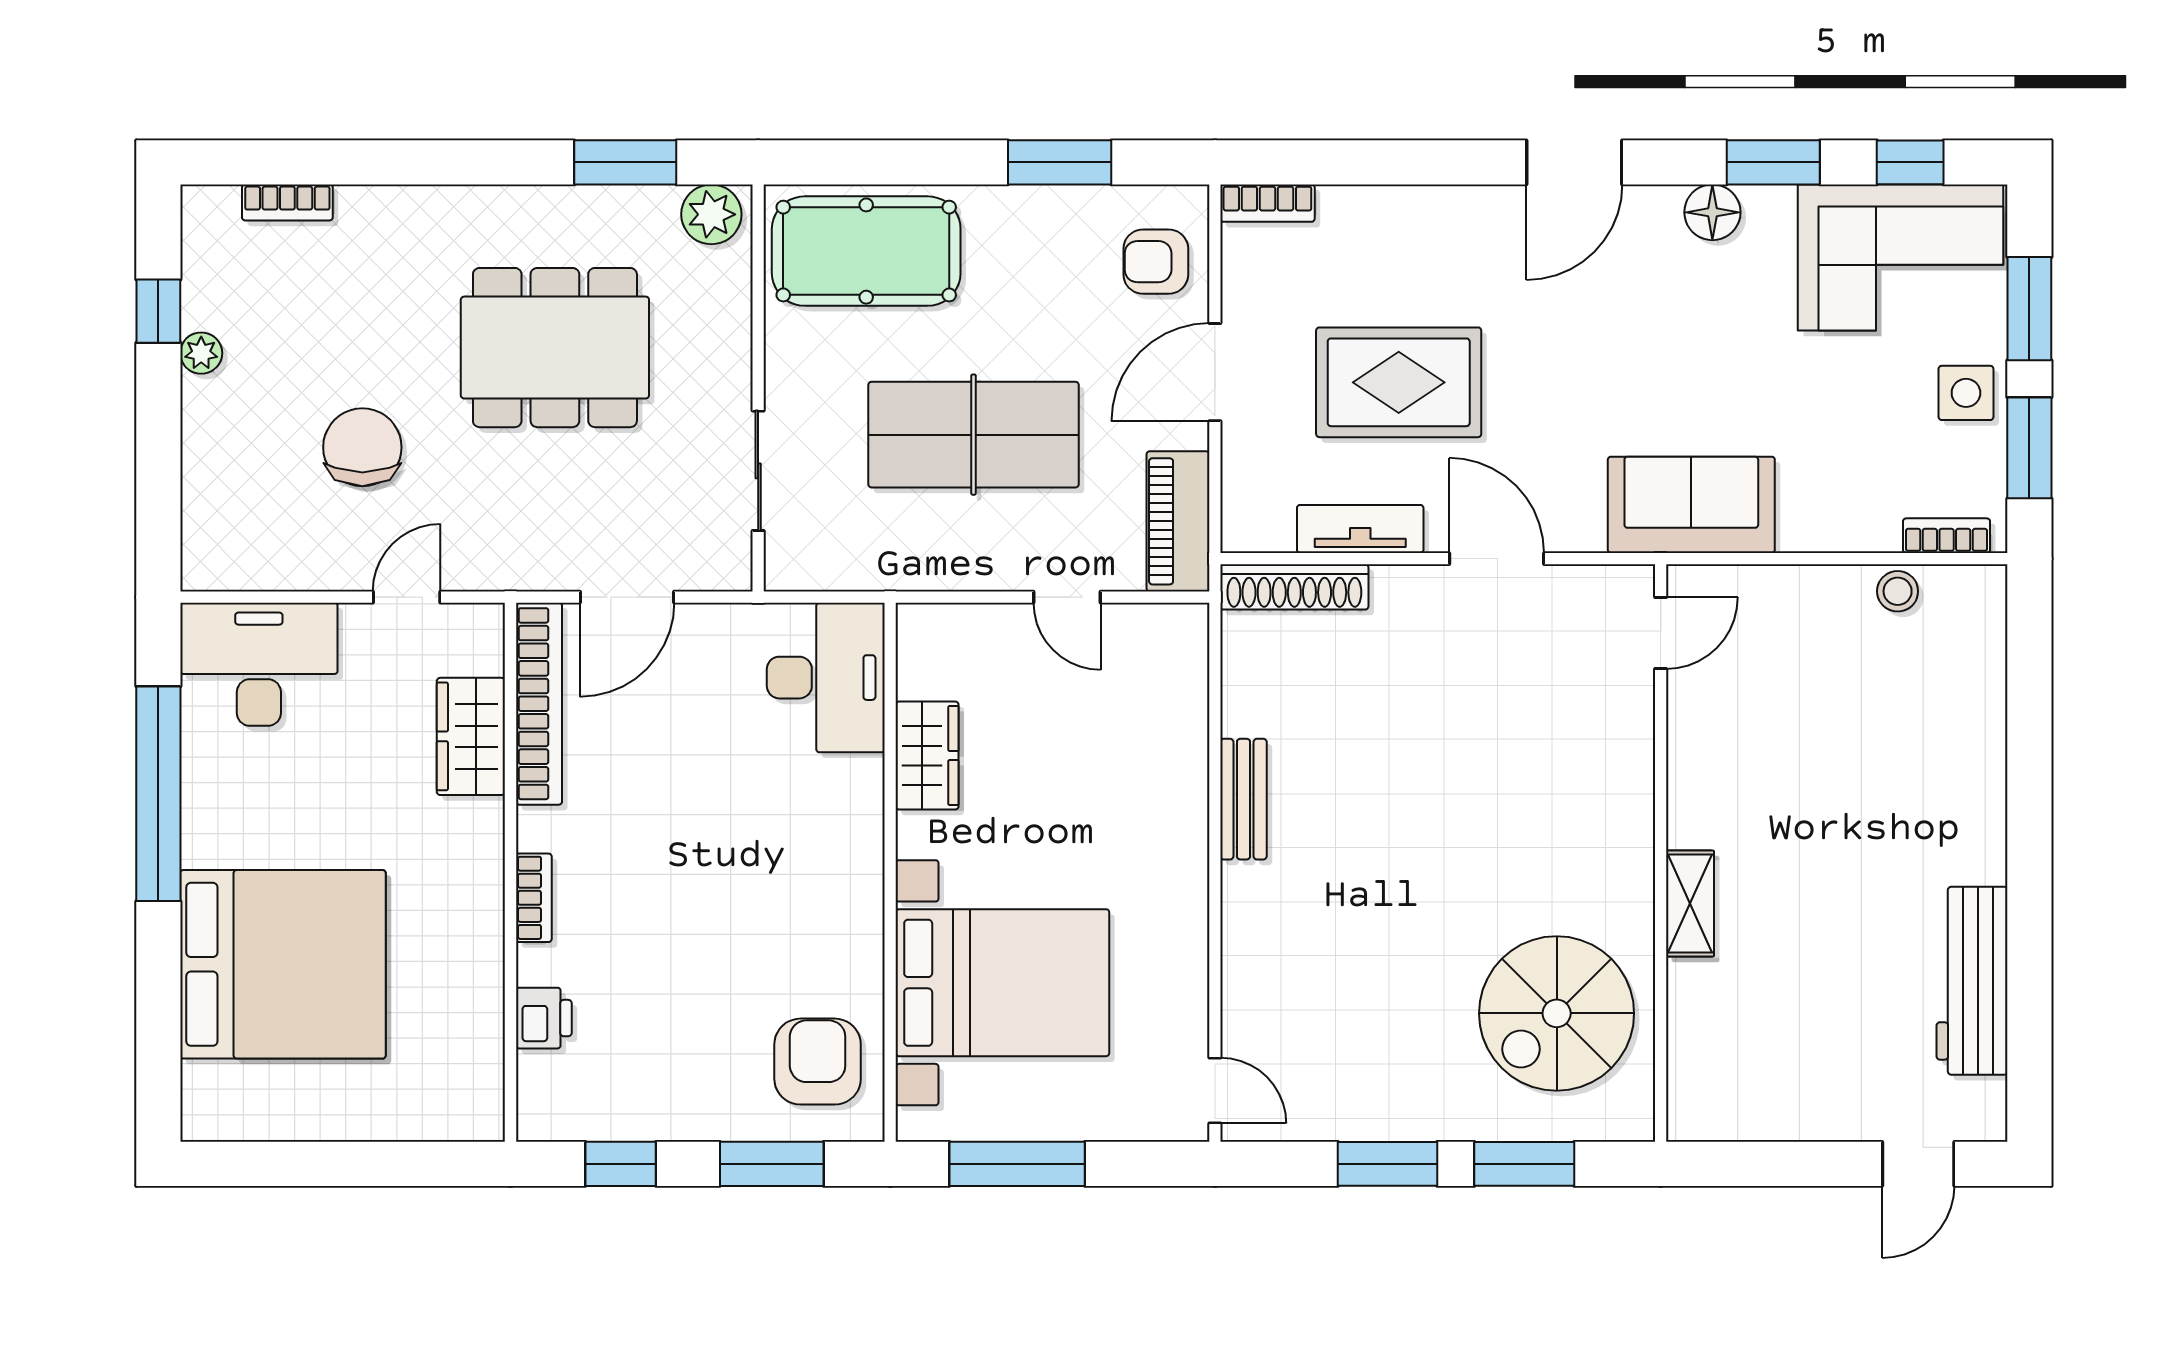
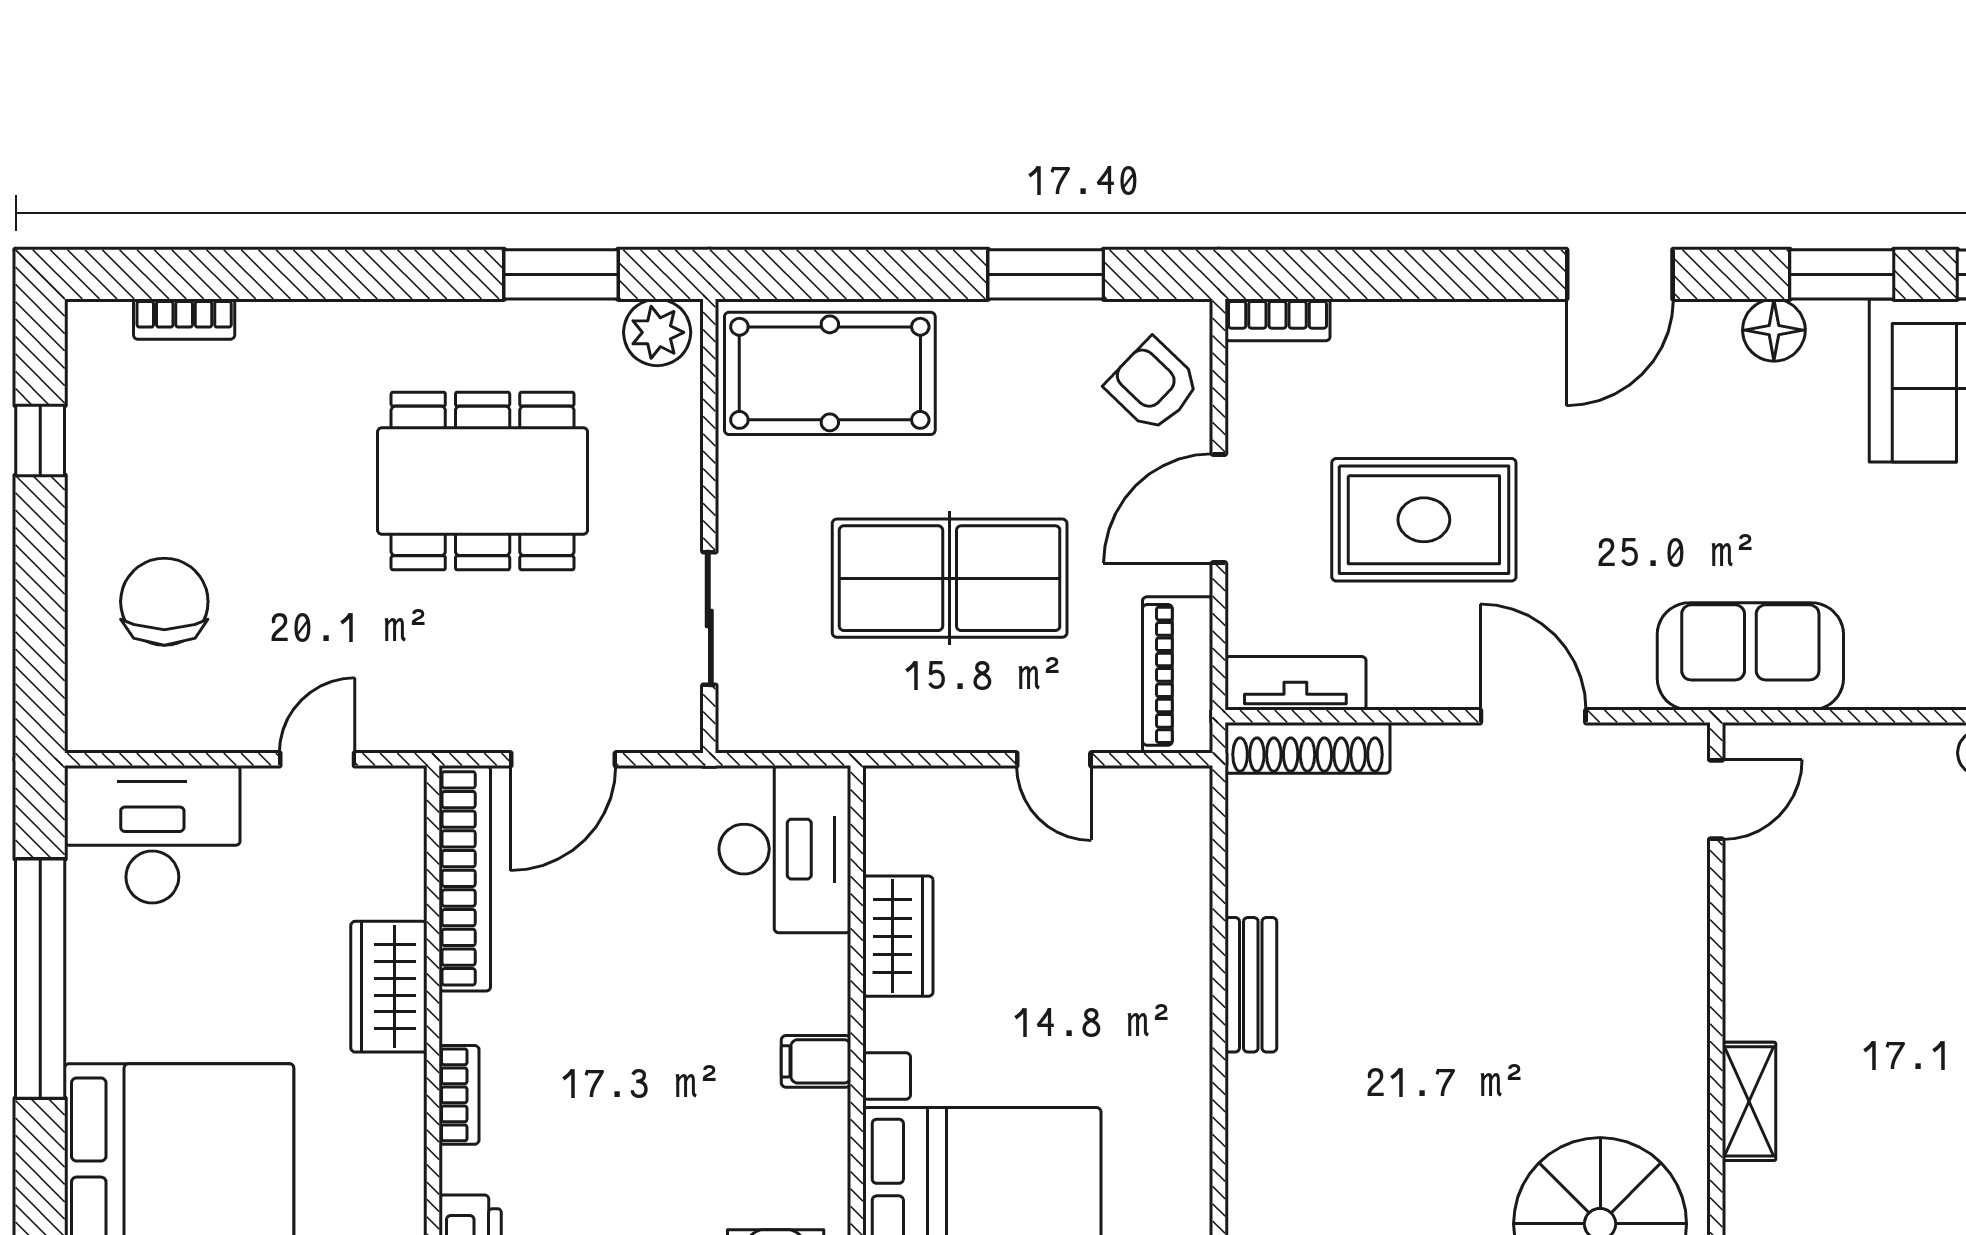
armchair: (1156, 262) -> (1153, 385), turned 44
plant: (201, 353) -> (88, 487), removed
chair: (362, 447) -> (164, 602), moved
tv unit: (1360, 529) -> (1295, 683), moved
wardrobe: (471, 736) -> (389, 987), moved
filing cabinet: (854, 868) -> (816, 1061), added

